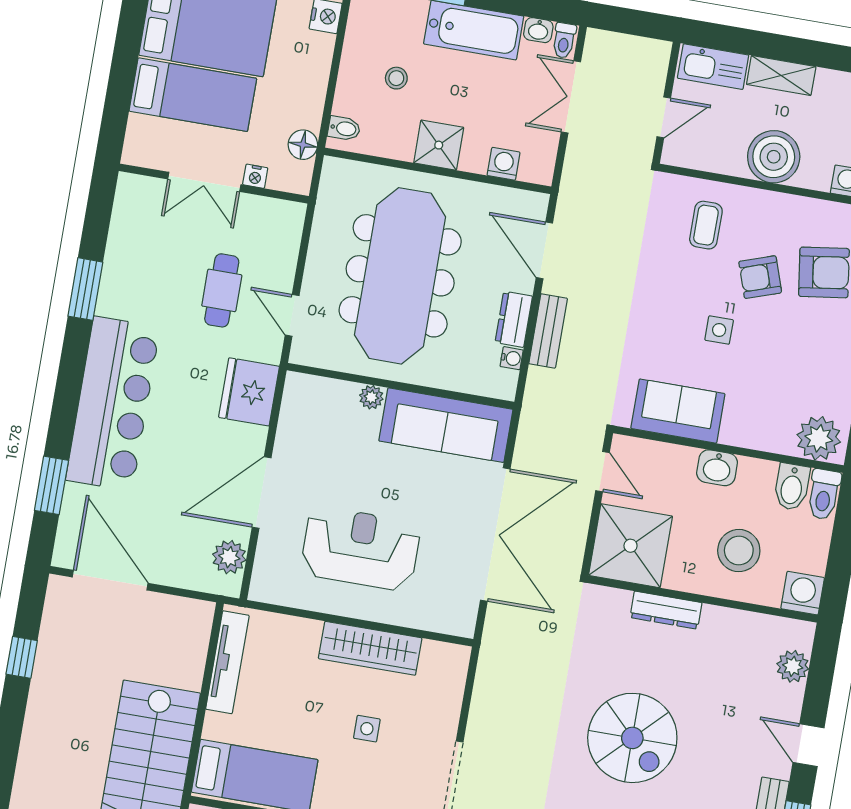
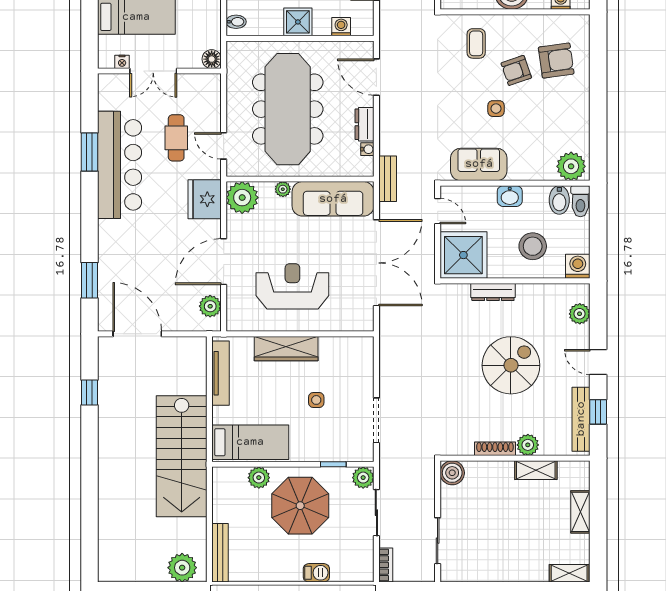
floor lamp: (303, 145) -> (212, 59), moved
nightstand: (255, 176) -> (122, 62), moved
bench: (548, 331) -> (388, 179), moved
plant: (307, 399) -> (242, 198), added
bar counter: (113, 404) -> (120, 165), moved
wardrobe: (370, 648) -> (286, 349), moved
spiral stairs: (632, 738) -> (511, 365), moved, turned -90

